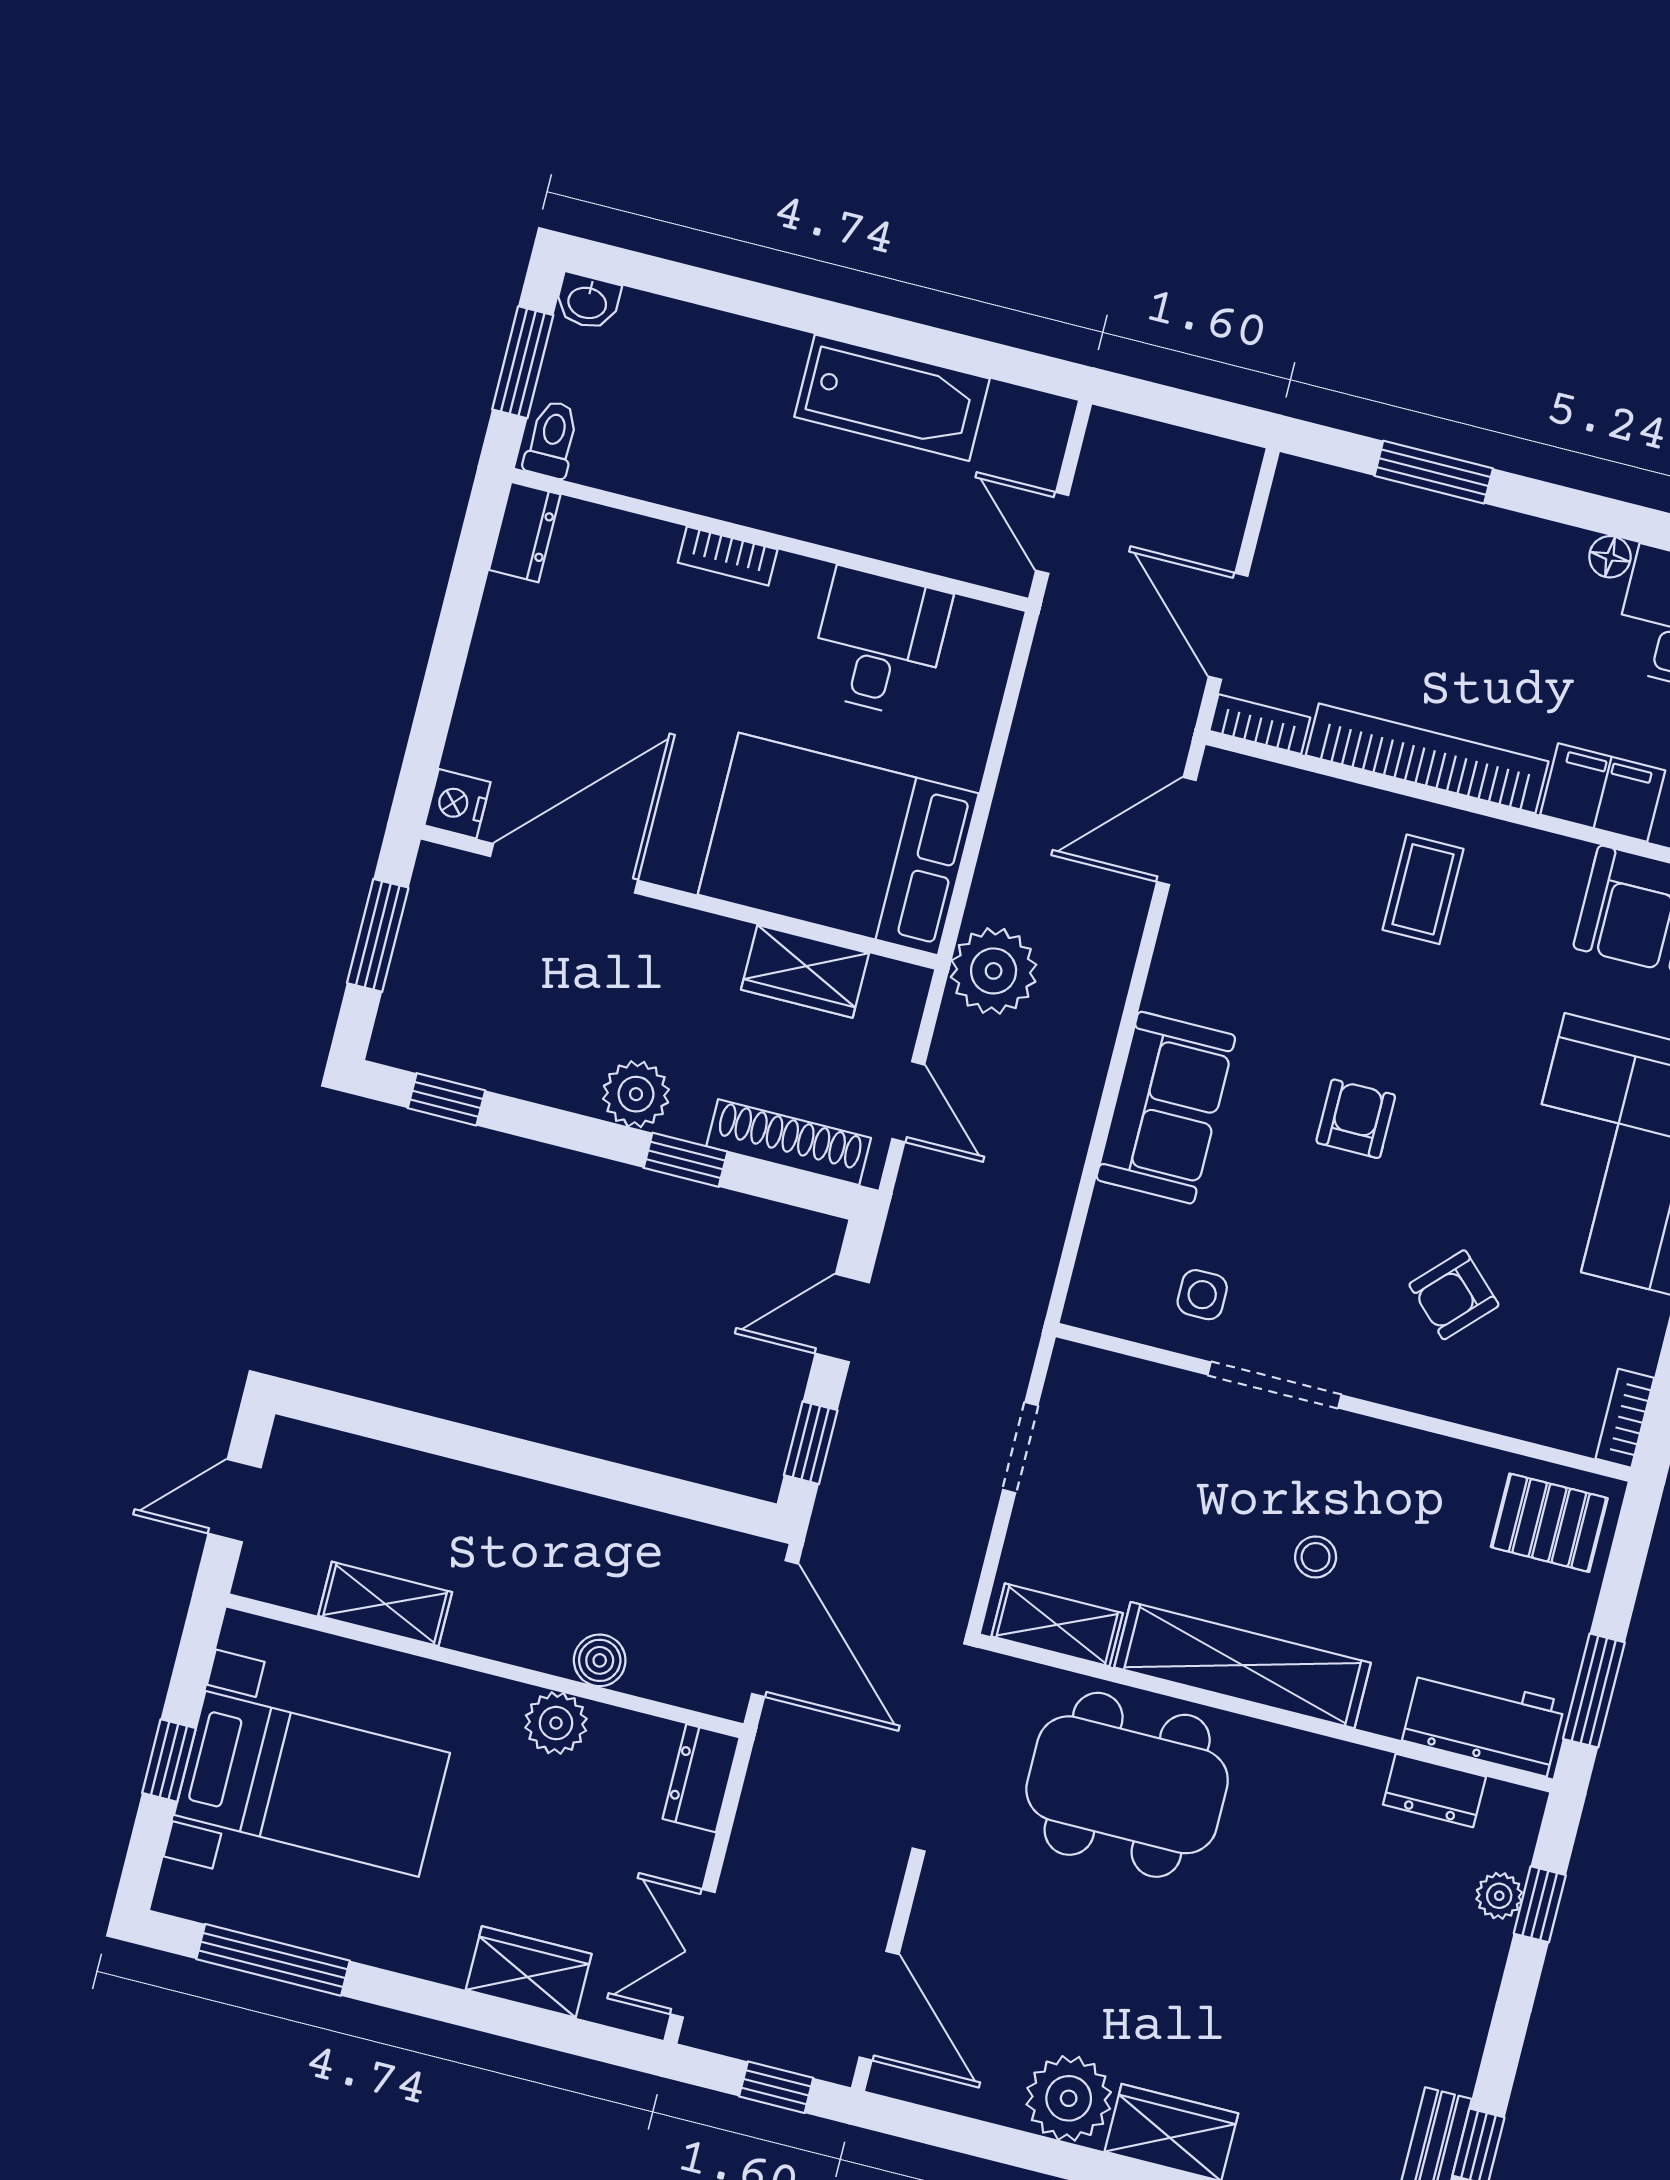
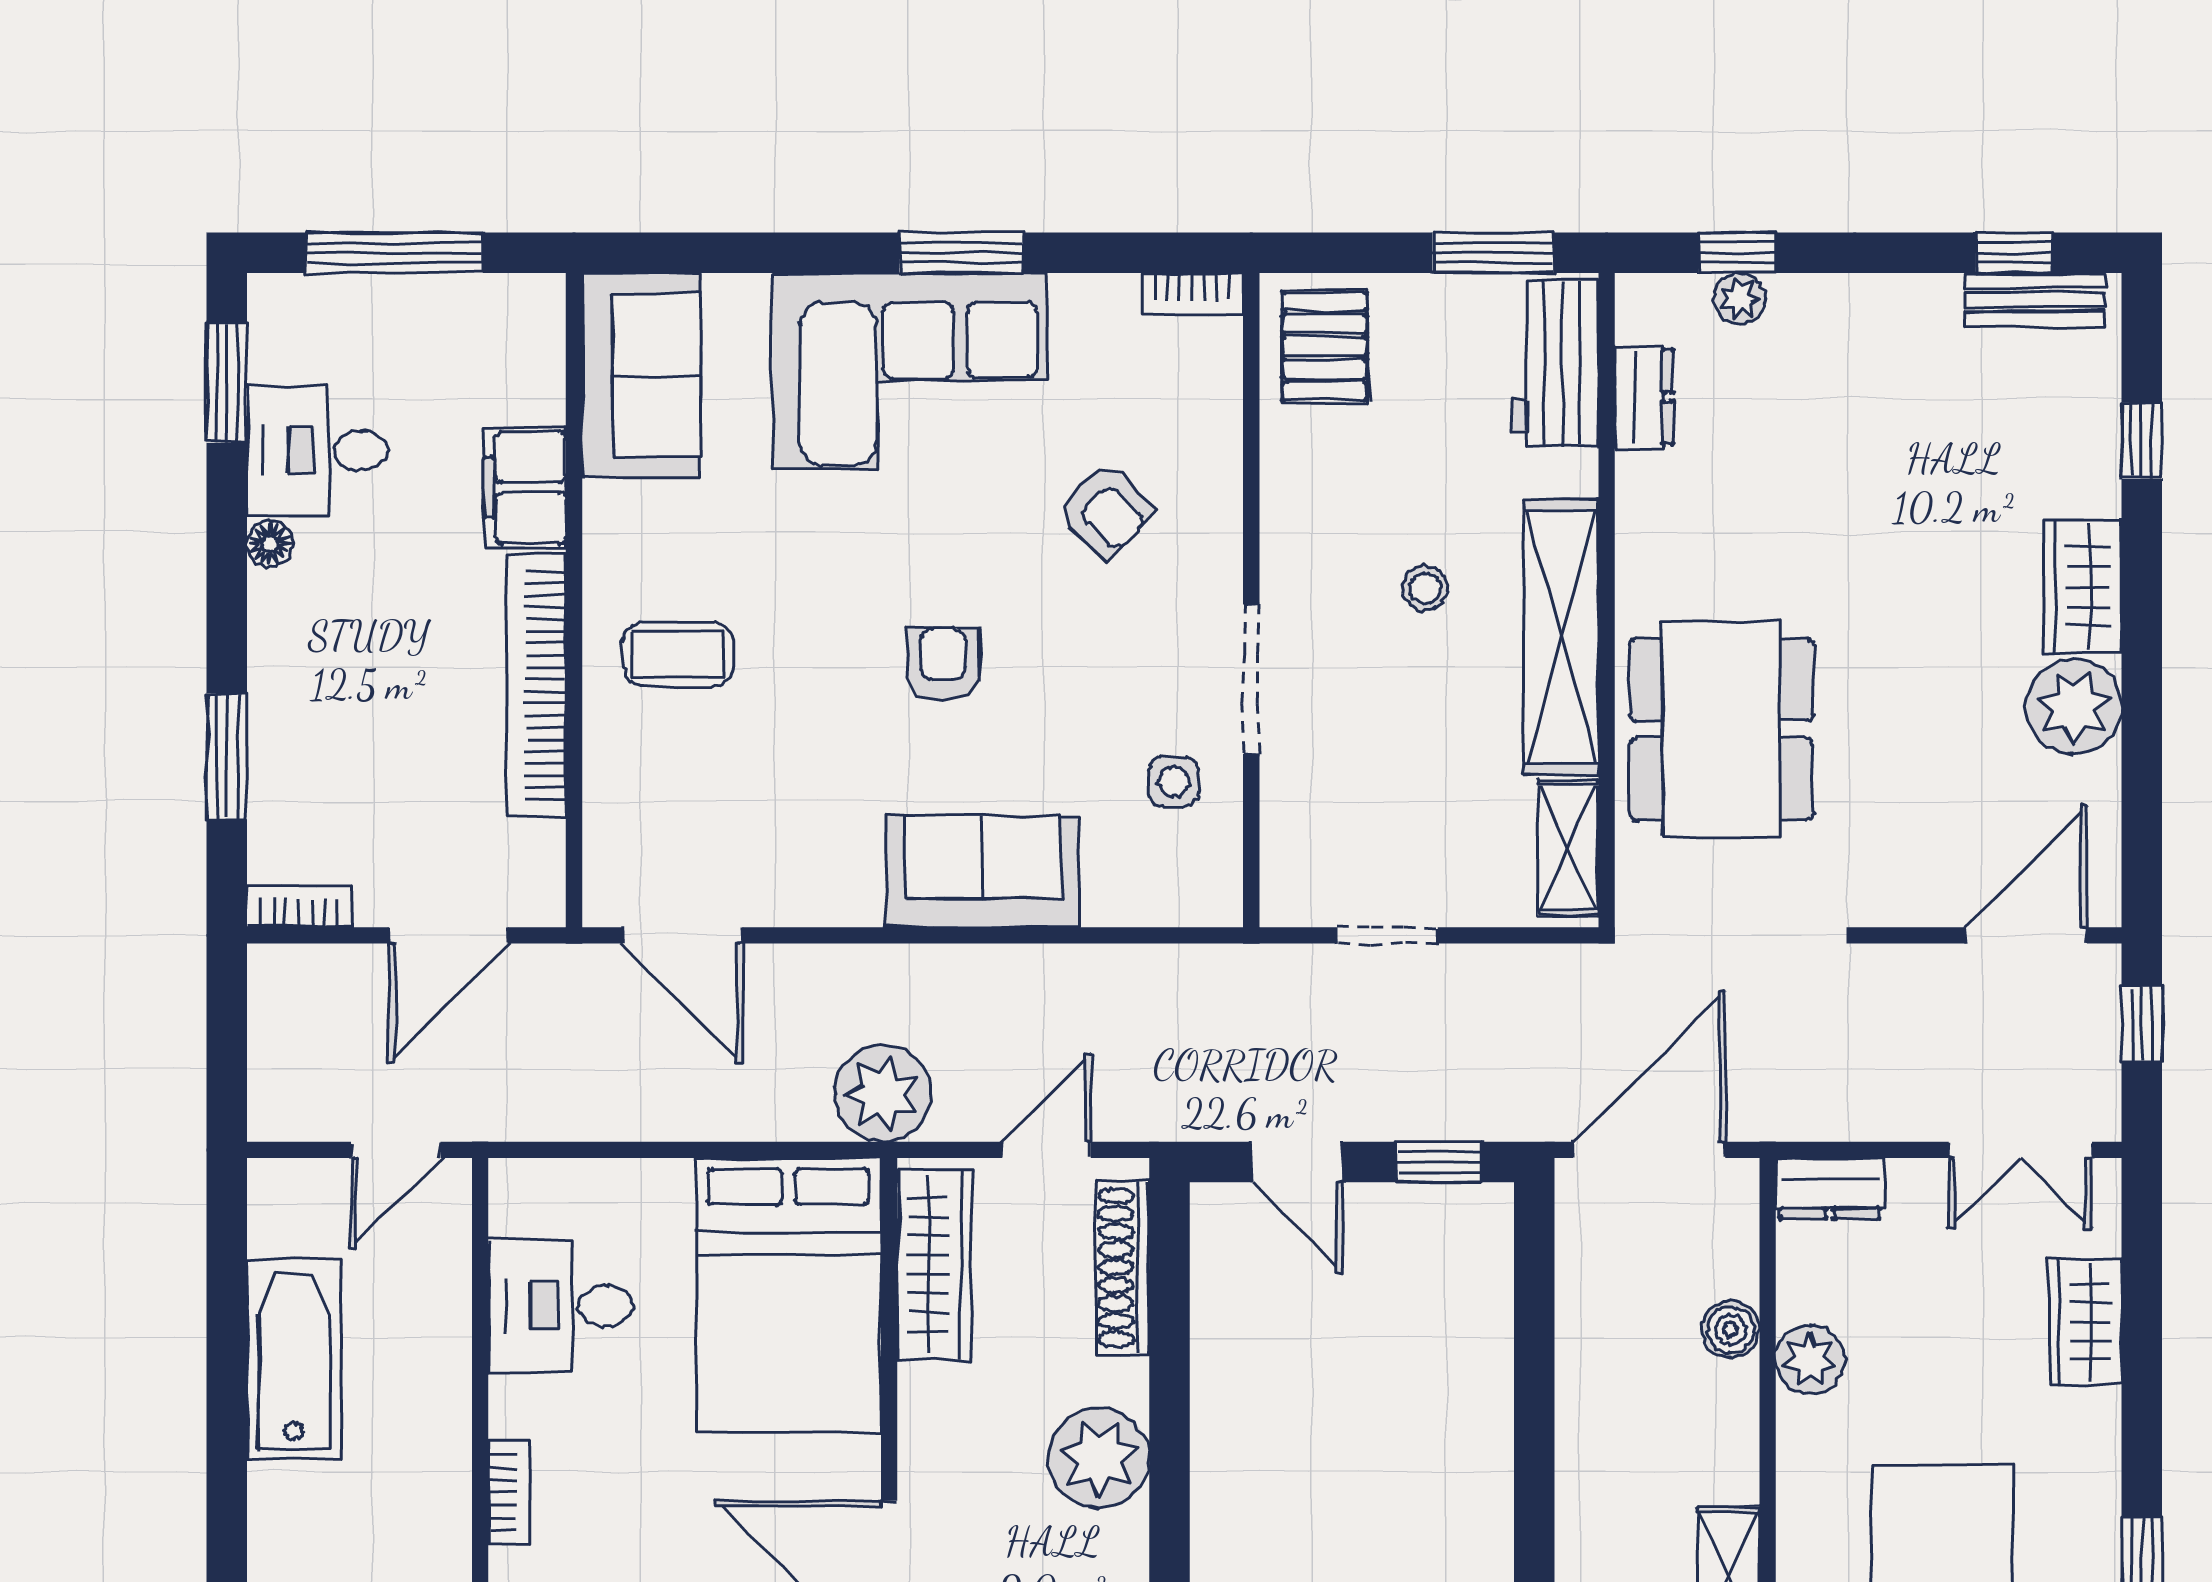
bookcase: (1260, 724) -> (299, 906), moved, turned 90
wardrobe: (805, 971) -> (934, 1265), width x1.50
plant: (636, 1094) -> (1099, 1458), width x1.36, depth x1.36
armchair: (1356, 1119) -> (943, 664), turned 90
window: (686, 1160) -> (1169, 1374), removed

